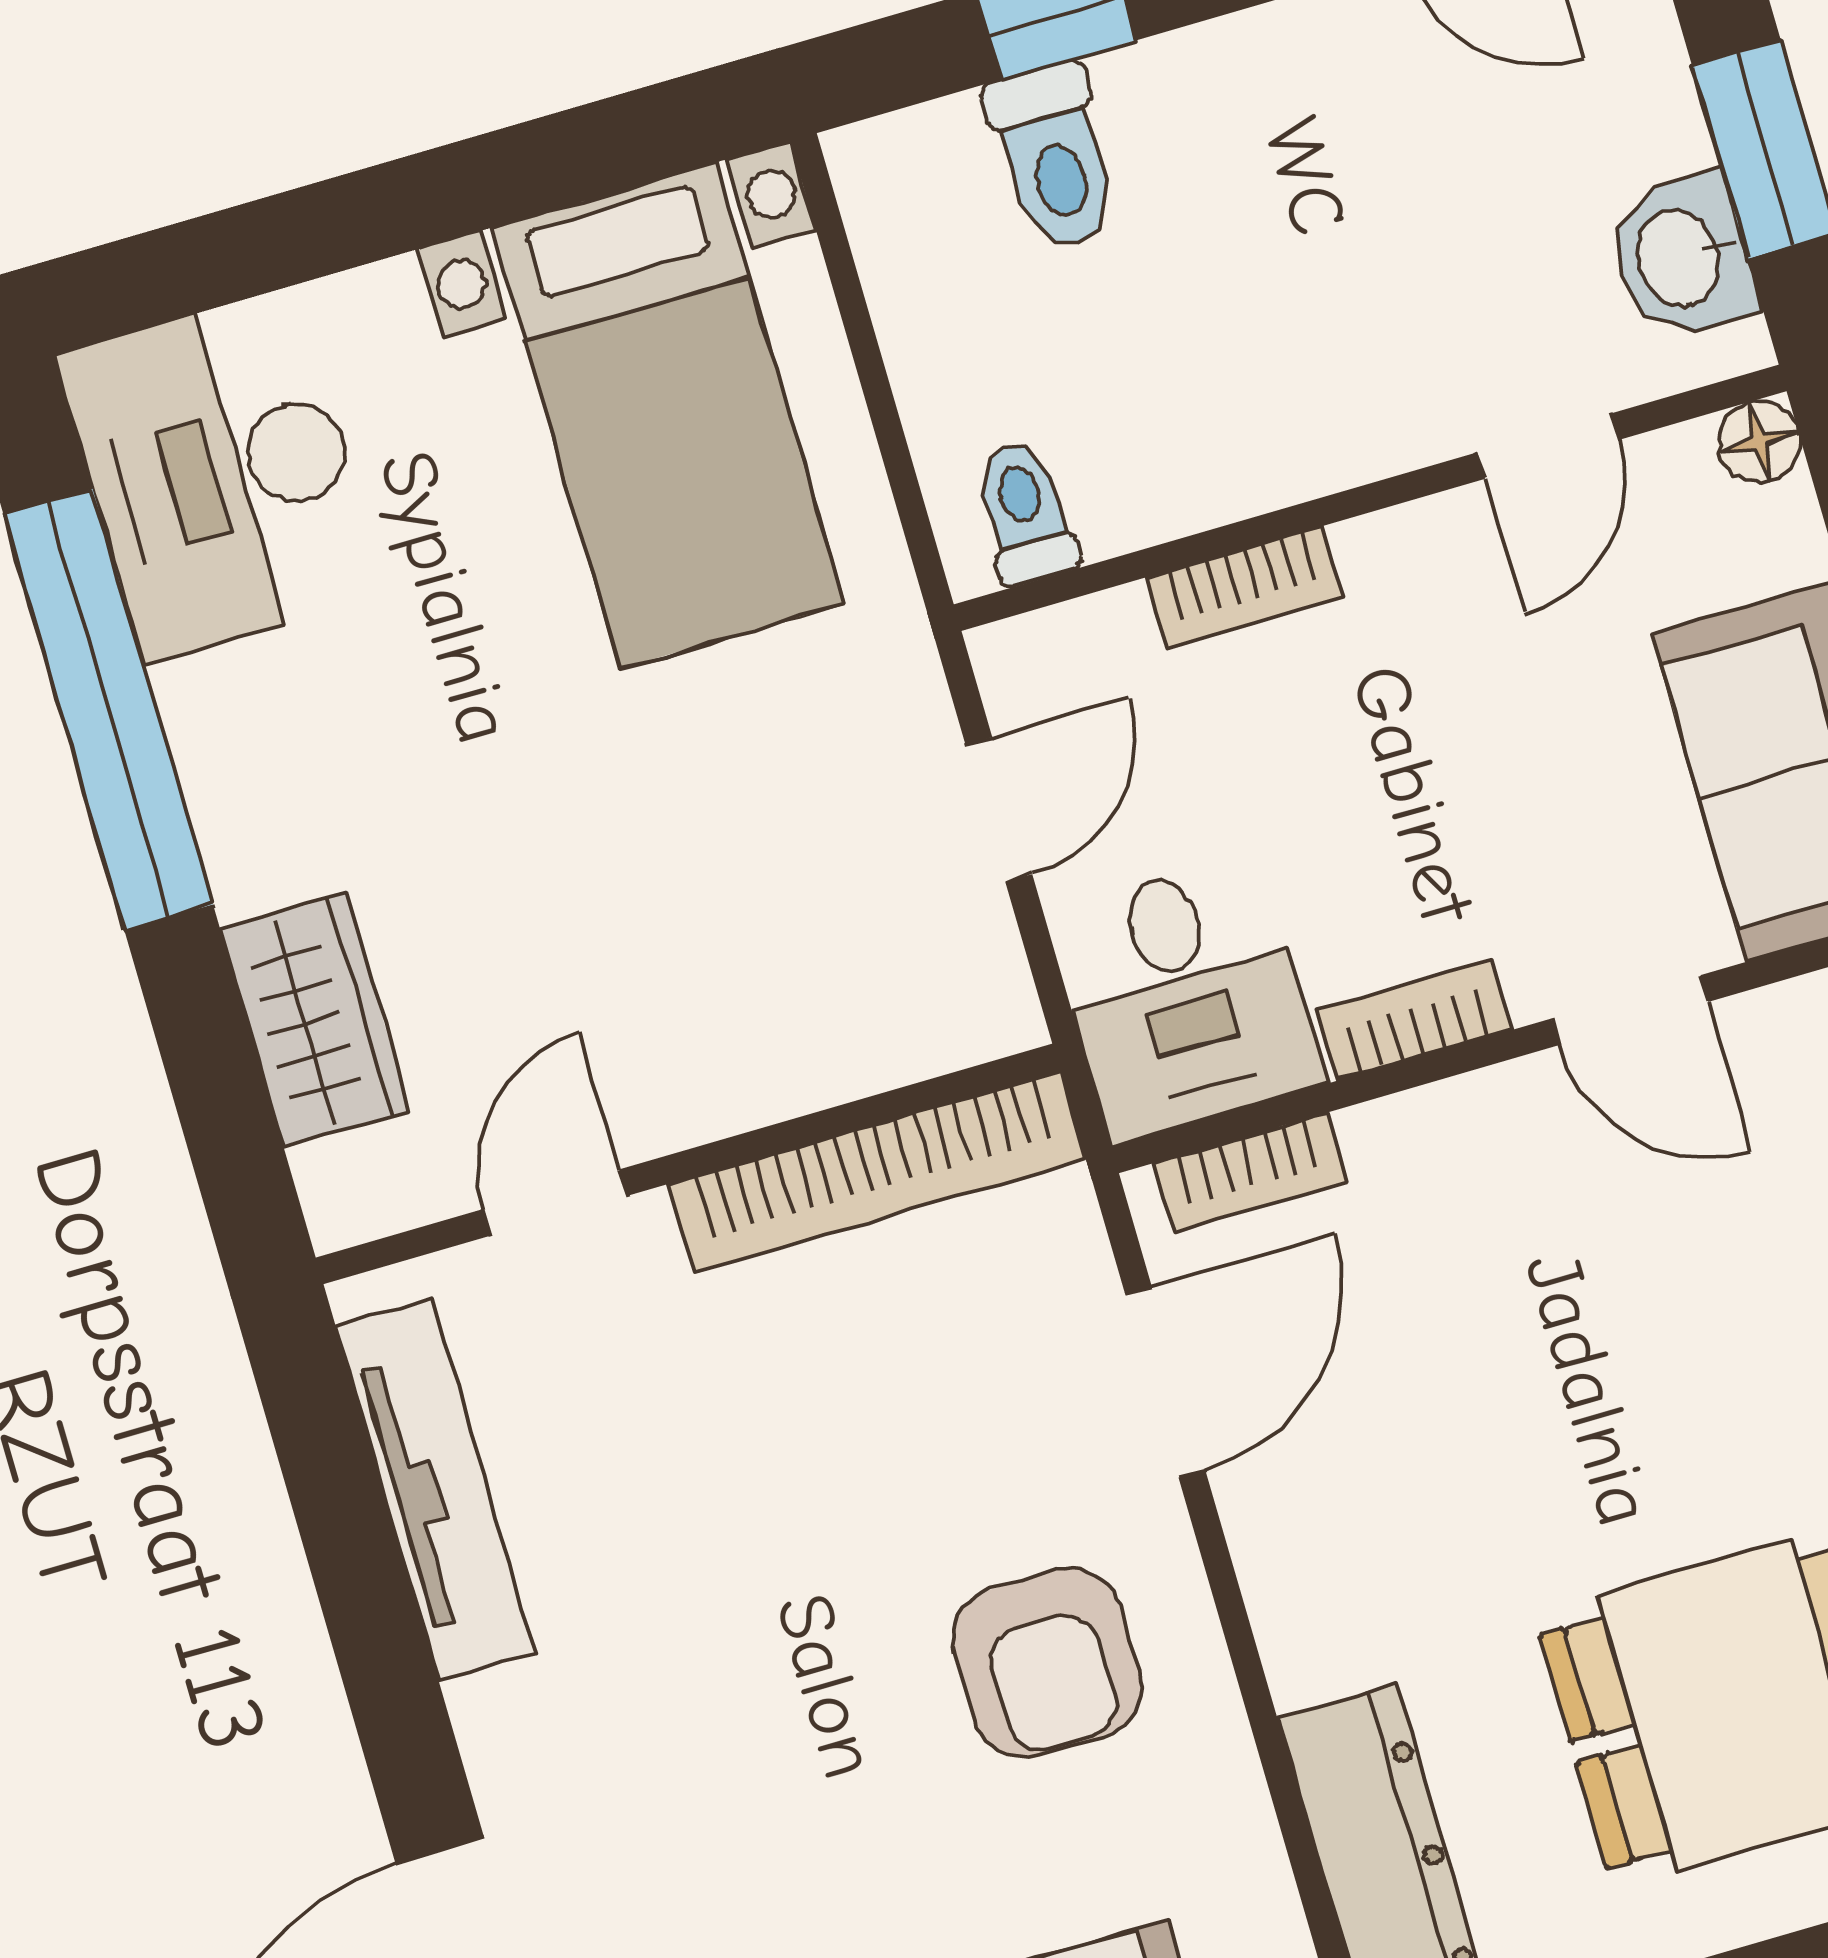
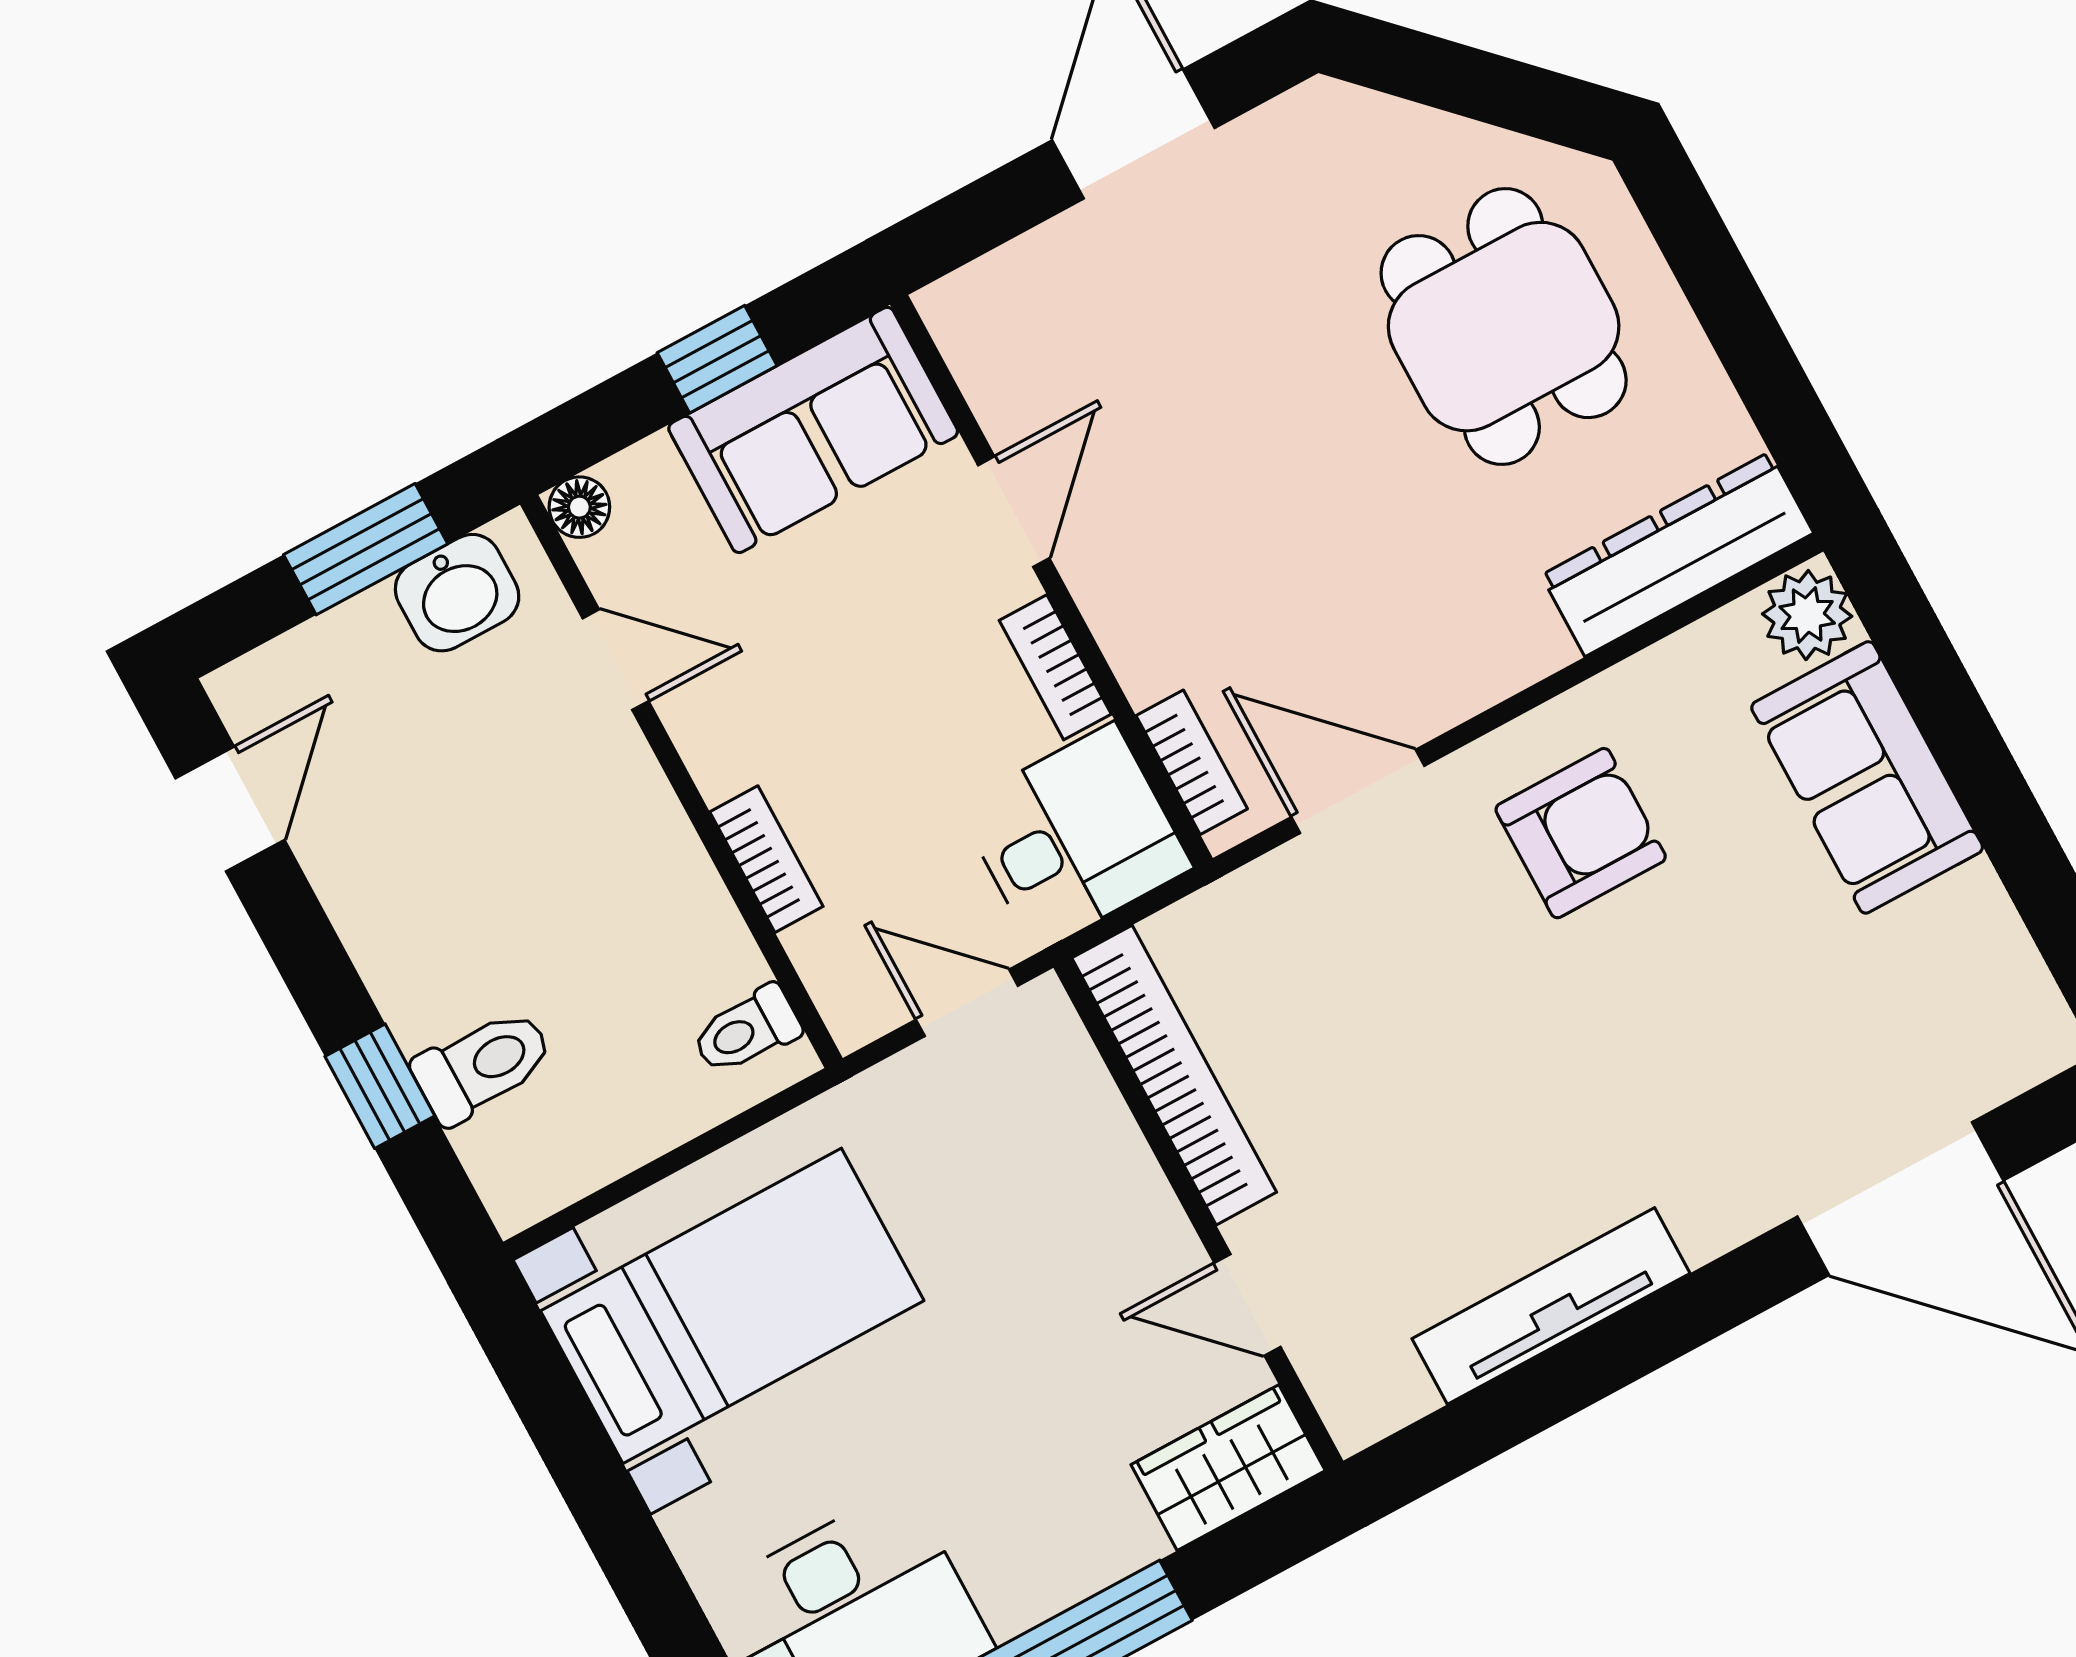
wall: (688, 1164) -> (1198, 1214), moved
bookcase: (877, 1171) -> (1174, 1075), moved
door: (555, 1203) -> (1247, 1305), moved

